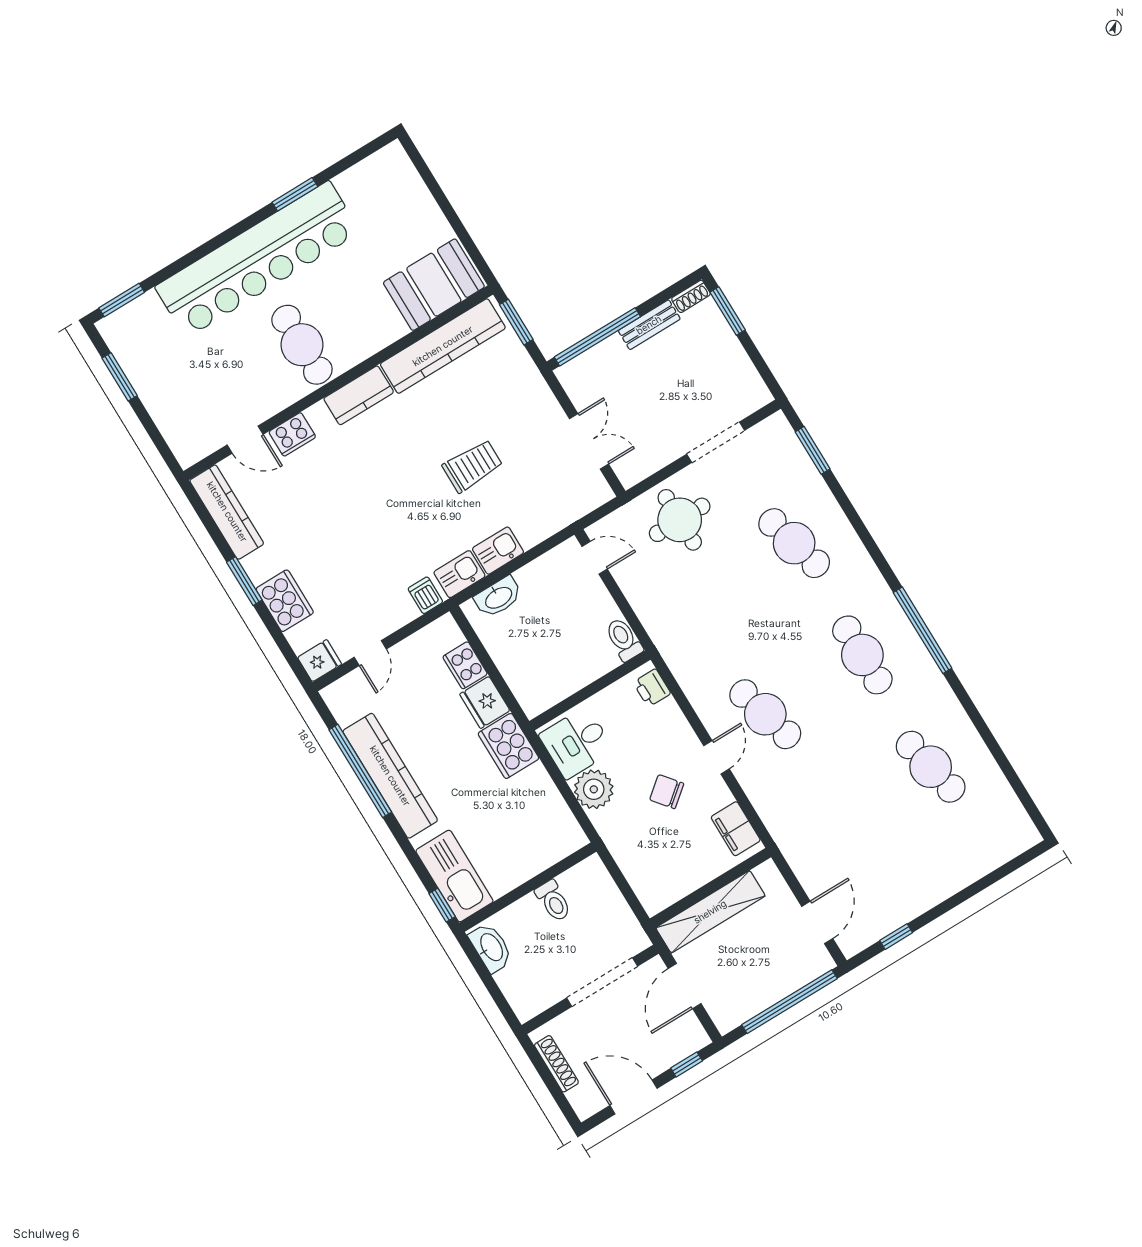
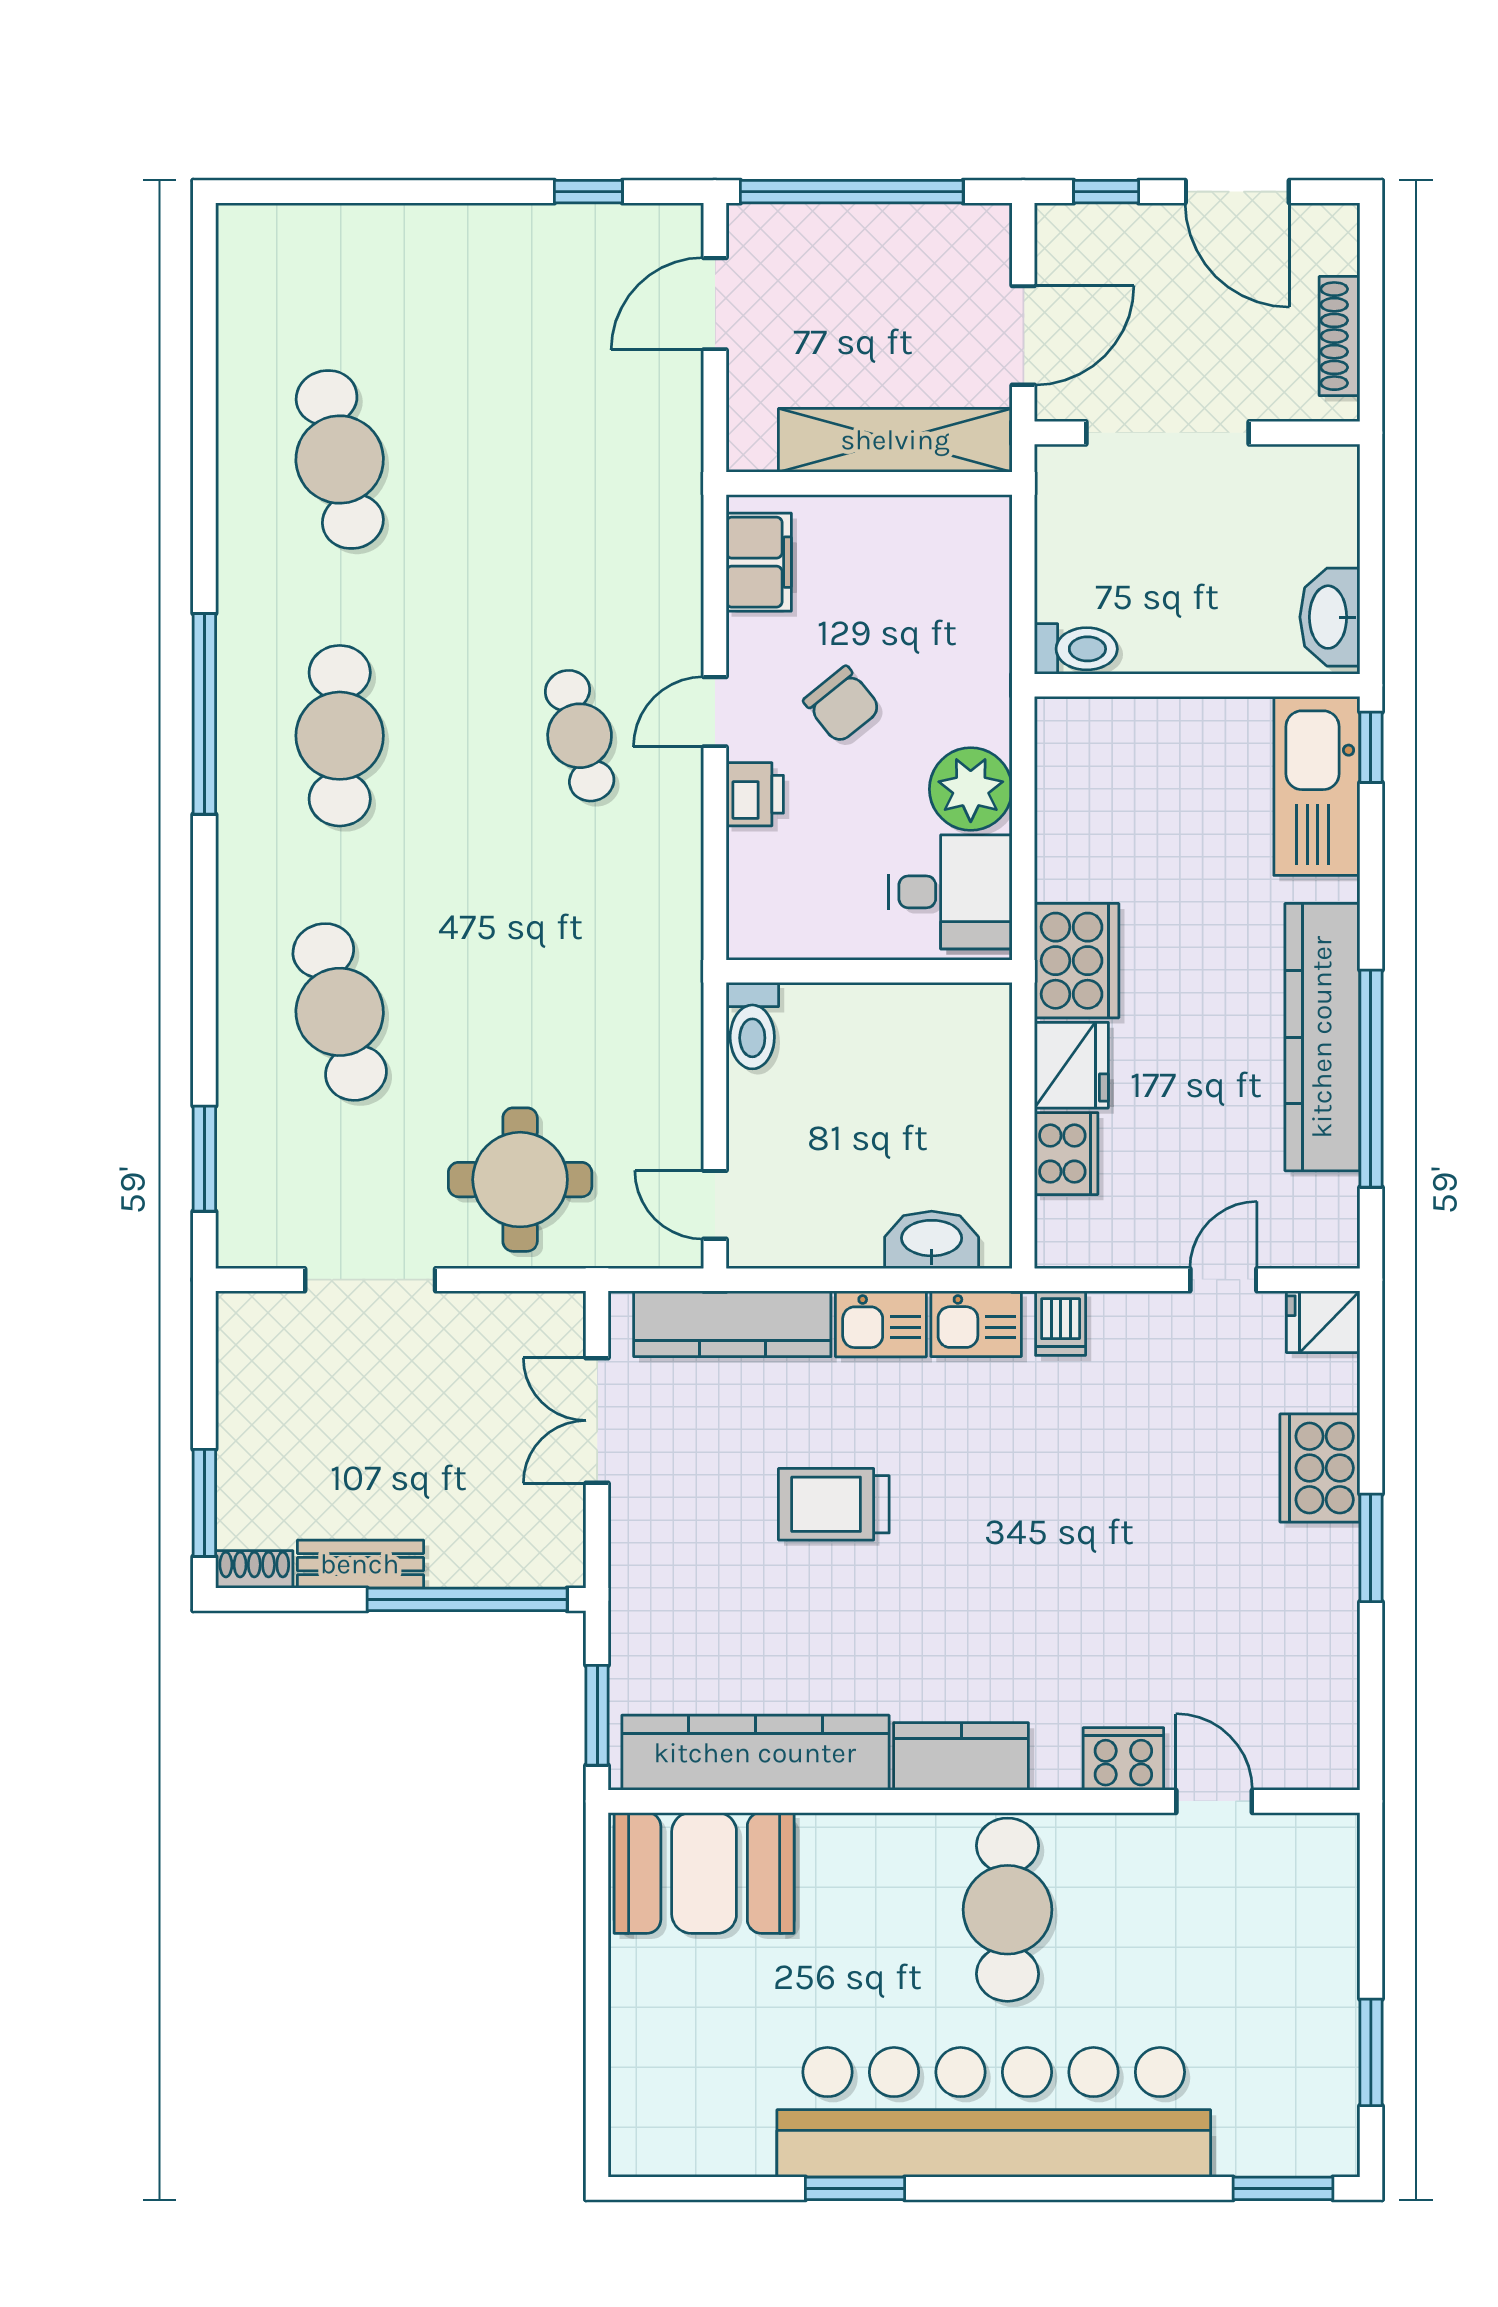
kitchen counter: (227, 512) -> (732, 1324), moved, turned -90
printer: (652, 688) -> (755, 794), moved
cafe table: (765, 714) -> (580, 736), width x0.73, depth x0.74
toilet: (553, 901) -> (1076, 649), moved, turned 90

